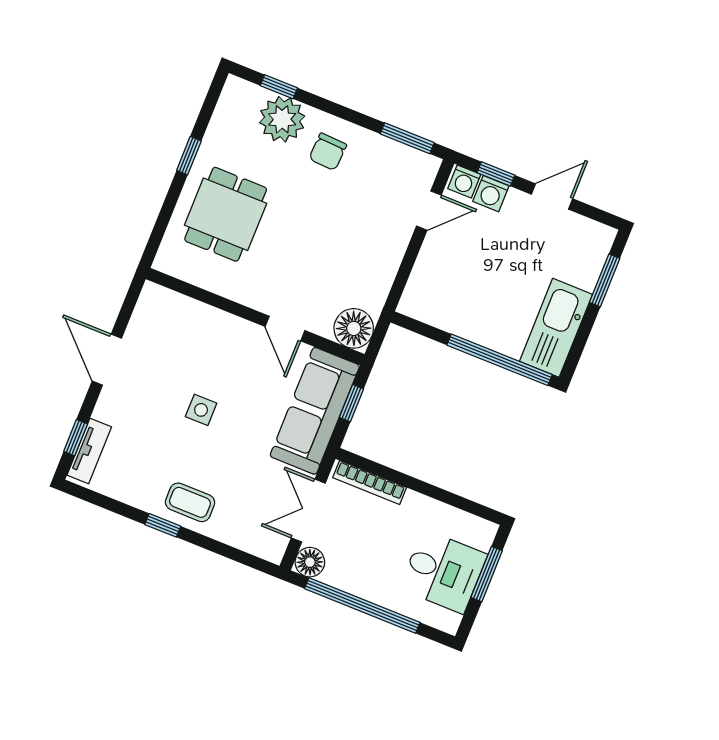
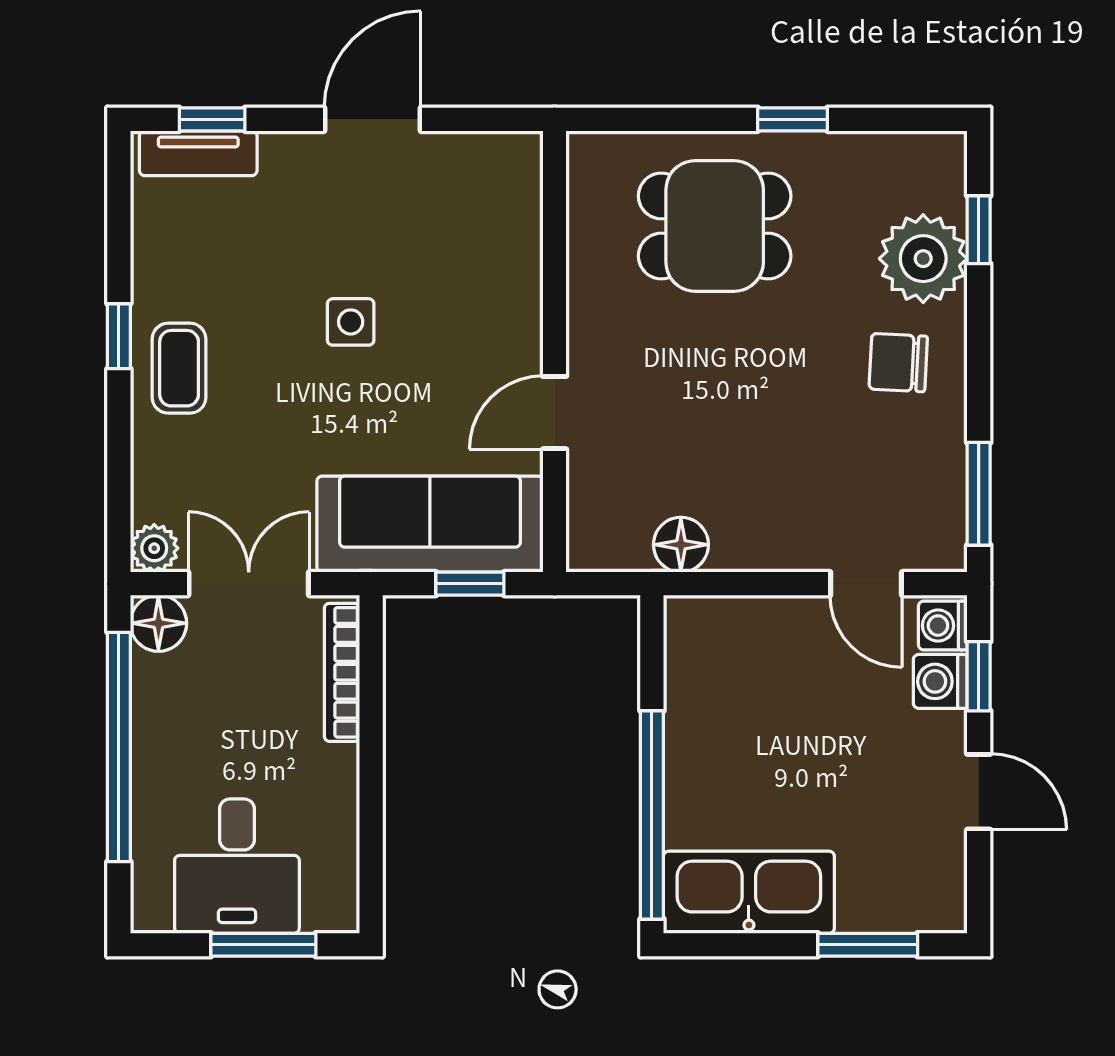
floor lamp: (354, 328) -> (681, 545), moved, width x0.73, depth x0.73
plant: (273, 550) -> (154, 548), added

